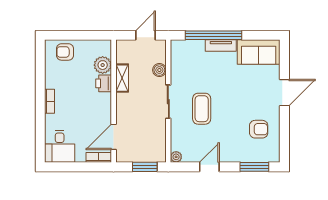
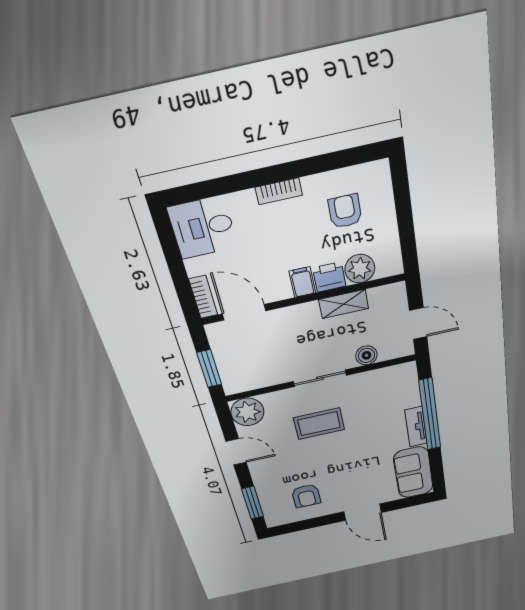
armchair: (65, 52) -> (345, 211), moved
filing cabinet: (103, 99) -> (302, 282), added
plant: (176, 157) -> (247, 412), width x1.88, depth x1.88

